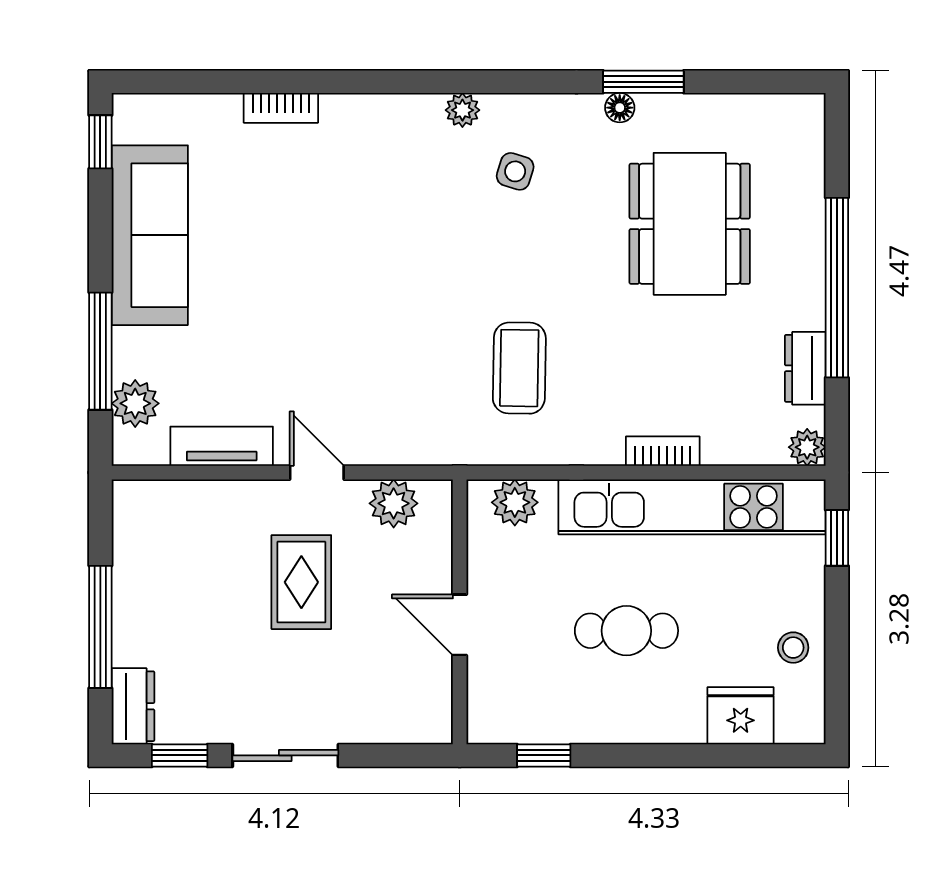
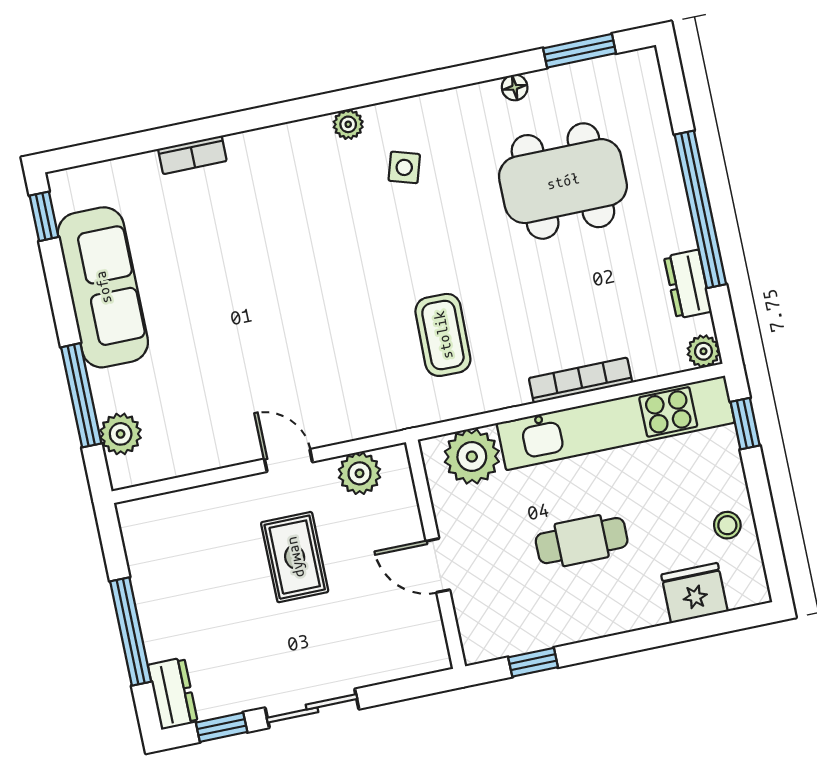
window: (643, 82) -> (580, 51), moved
floor lamp: (620, 108) -> (515, 87), moved
dining table: (690, 224) -> (563, 181), turned 90
tv unit: (222, 446) -> (202, 455), removed
bookcase: (663, 451) -> (581, 380), width x1.56
plant: (515, 502) -> (472, 457), width x1.36, depth x1.36

